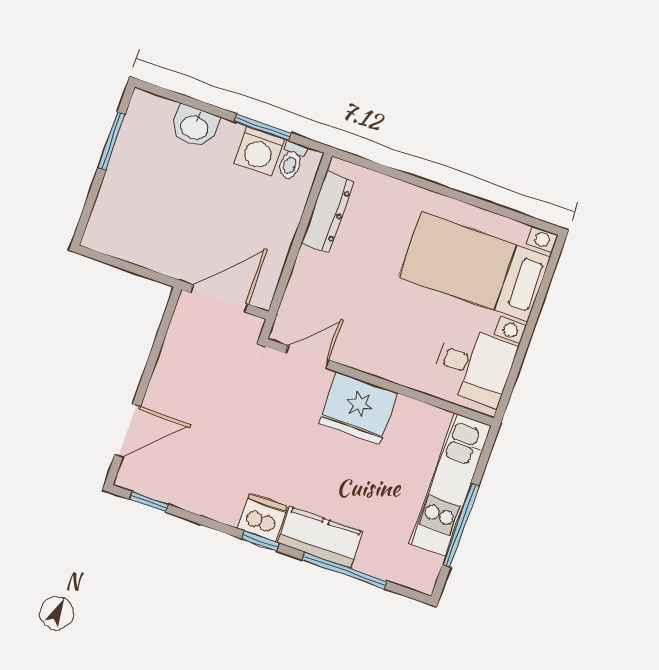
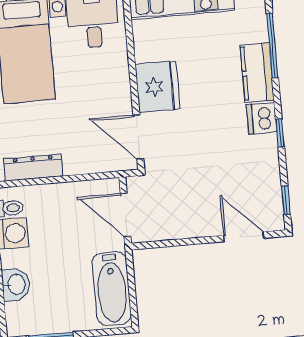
bathtub: (137, 241) -> (112, 289), added
door: (307, 357) -> (138, 137), width x1.38
window: (260, 541) -> (280, 133), moved

